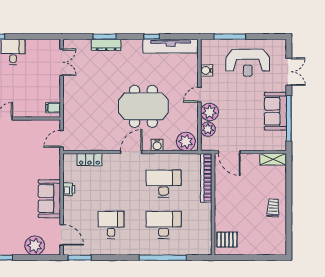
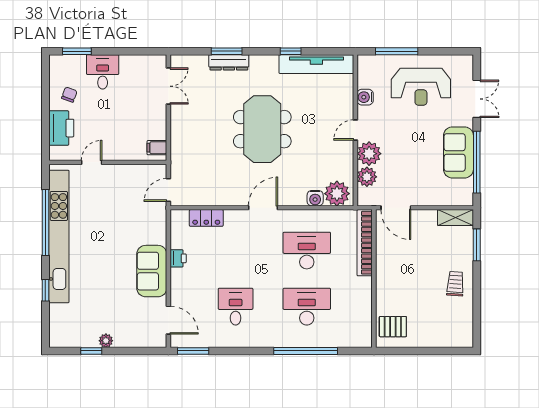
meeting table: (143, 106) -> (262, 129), moved, turned 90
water cooler: (157, 145) -> (315, 198), moved
window: (289, 179) -> (477, 245), added
plant: (35, 245) -> (106, 341), moved, width x0.53, depth x0.53

